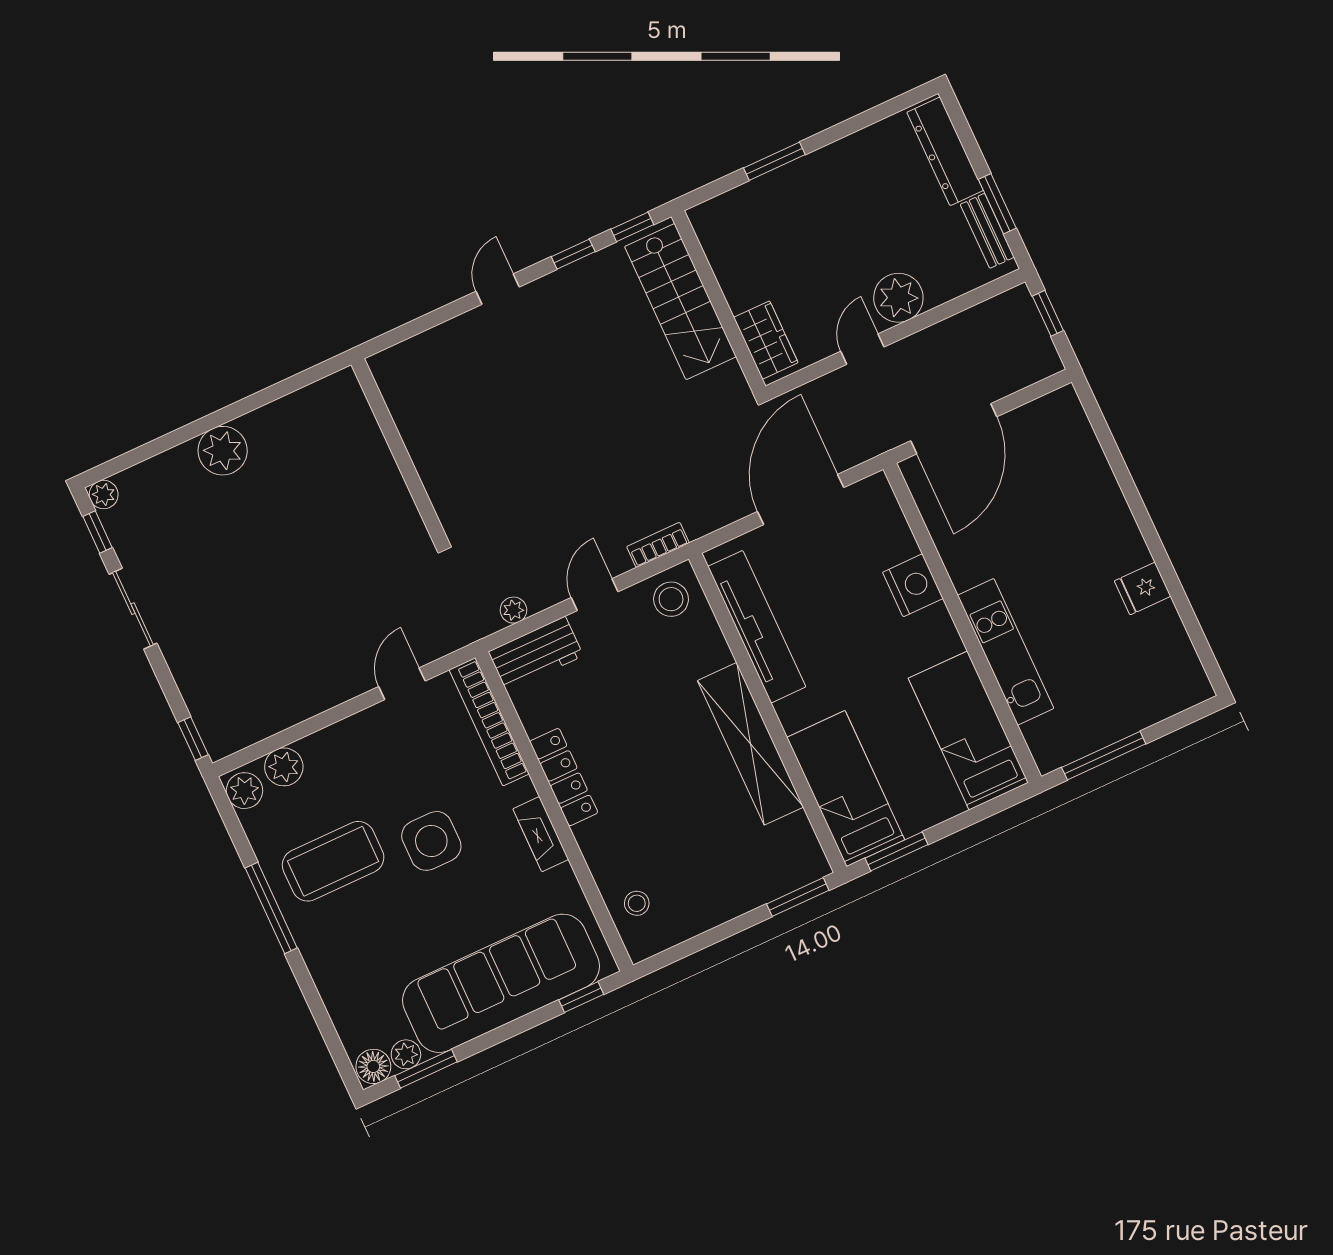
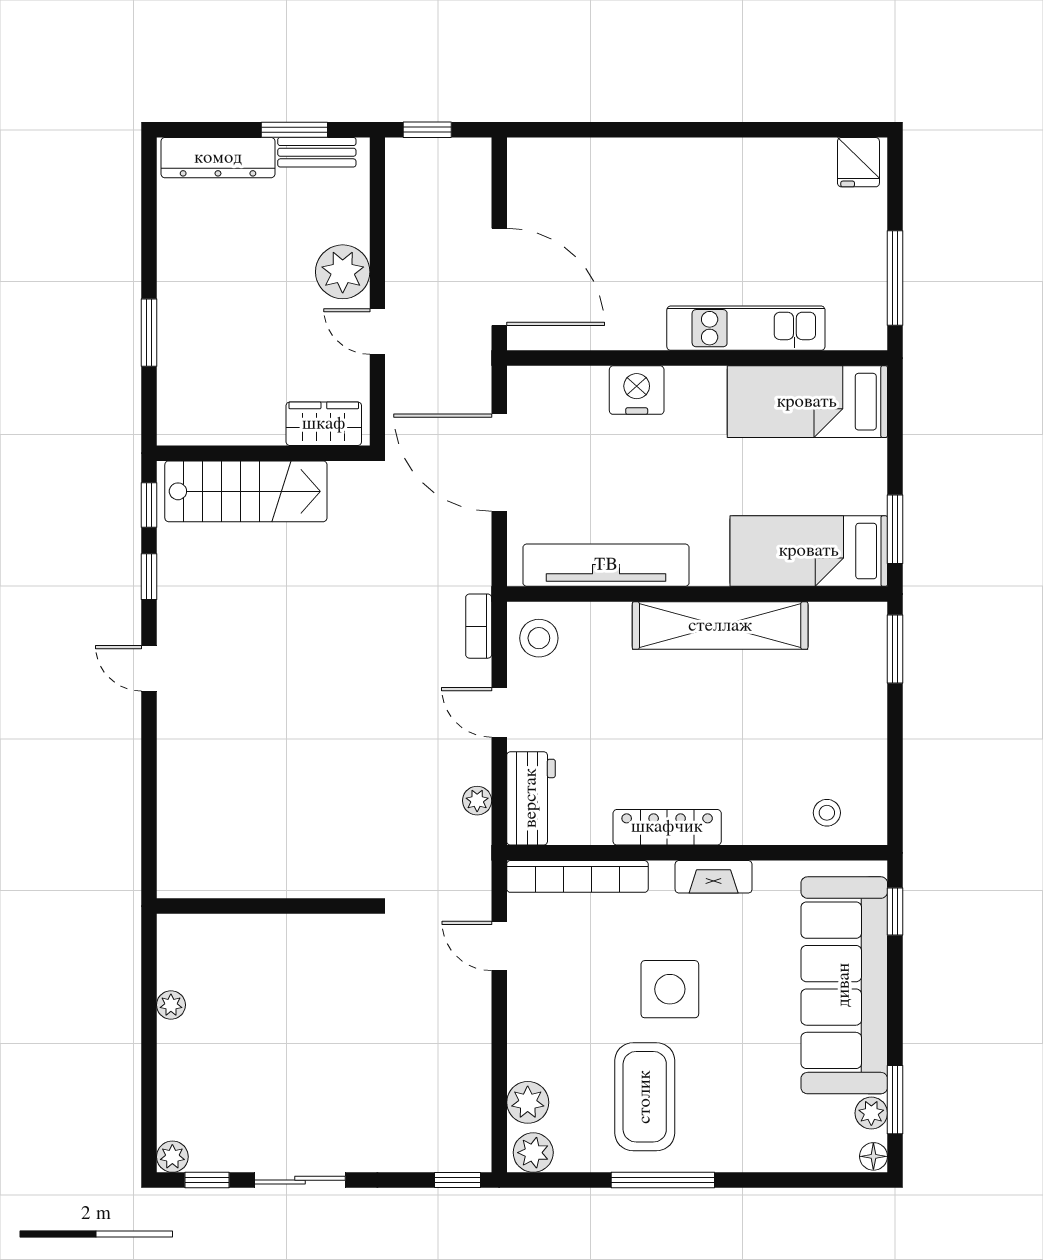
wall: (398, 449) -> (263, 906), moved
plant: (223, 451) -> (171, 1005), width x0.53, depth x0.53
fridge: (1143, 589) -> (858, 162), moved
floor lamp: (373, 1066) -> (873, 1156), width x0.73, depth x0.73

